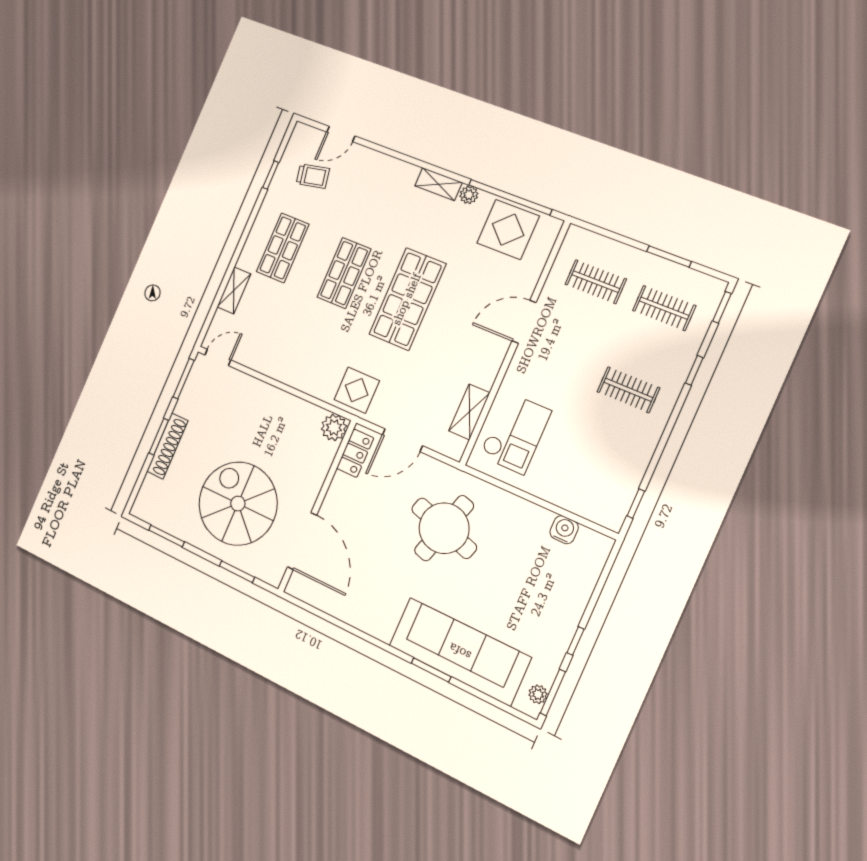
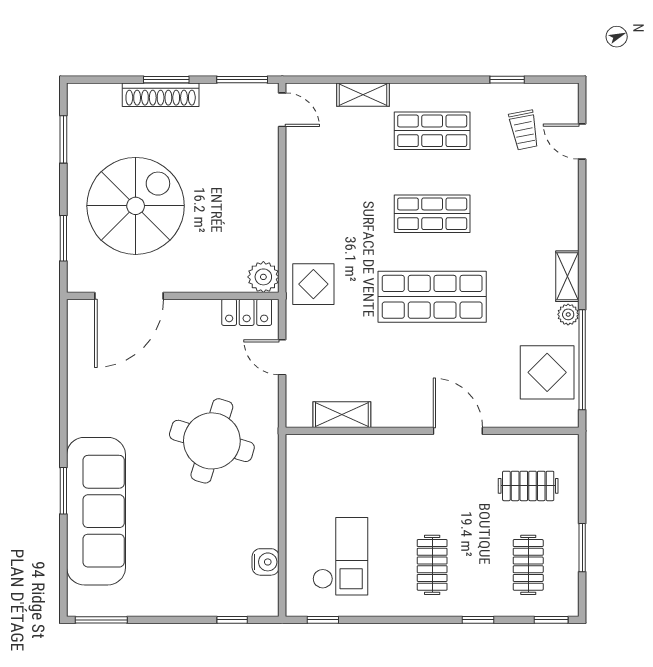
clothes rail: (596, 282) -> (528, 486), turned 90
checkout: (515, 433) -> (340, 556), moved, turned -90
door: (402, 440) -> (282, 357), width x0.73
window: (575, 641) -> (232, 620), moved
plant: (538, 694) -> (92, 606), removed

